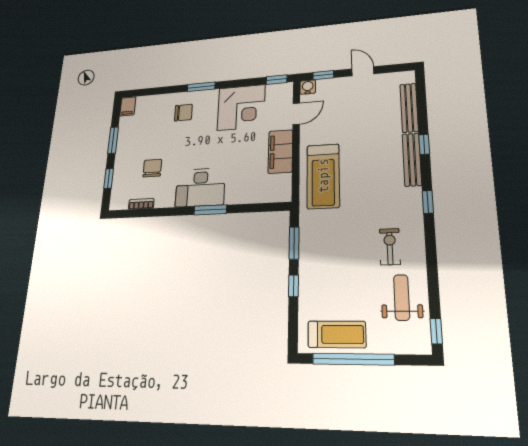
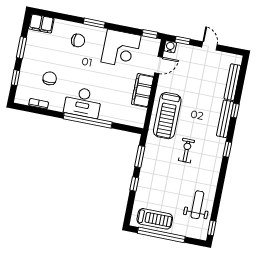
filing cabinet: (128, 106) -> (41, 24), width x2.00
window: (210, 210) -> (88, 120), width x2.11
exercise bike: (390, 247) -> (187, 150), moved

